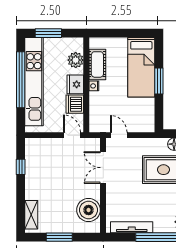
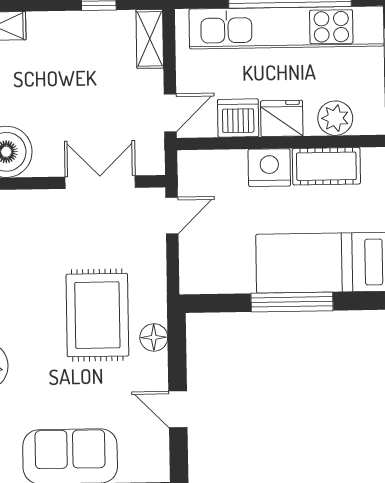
window: (159, 81) -> (292, 302), width x1.44
nightstand: (94, 86) -> (269, 168), width x1.89, depth x1.79
shelving: (38, 144) -> (150, 39), added

